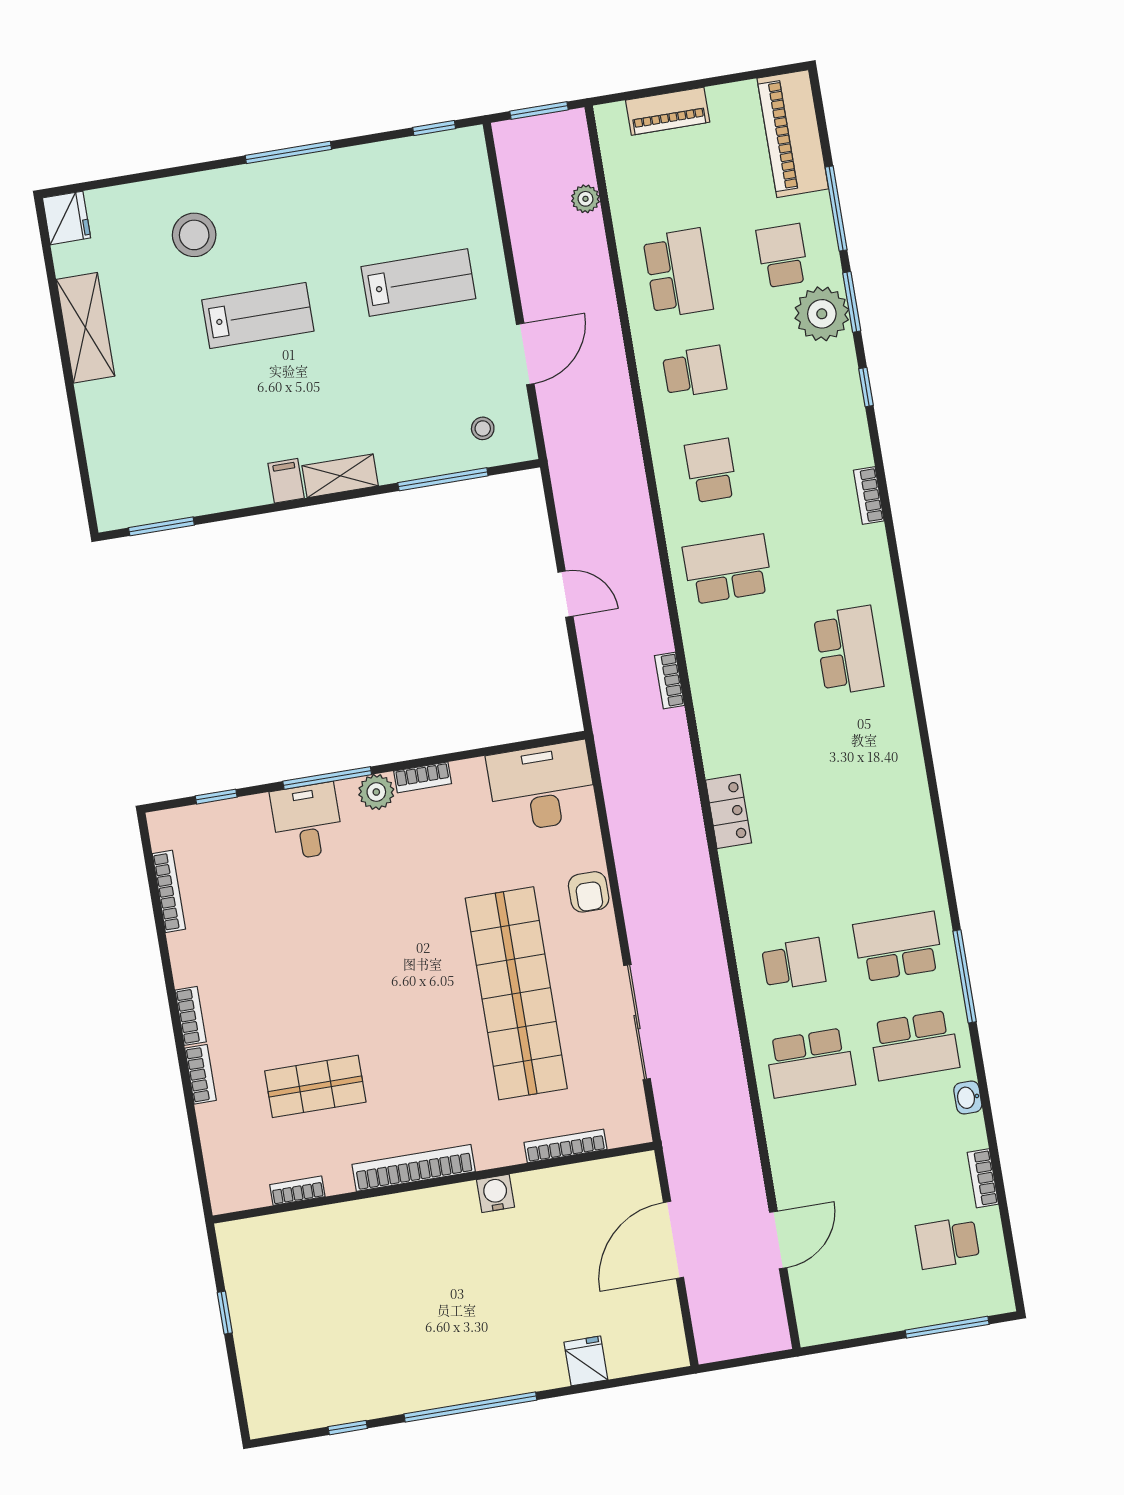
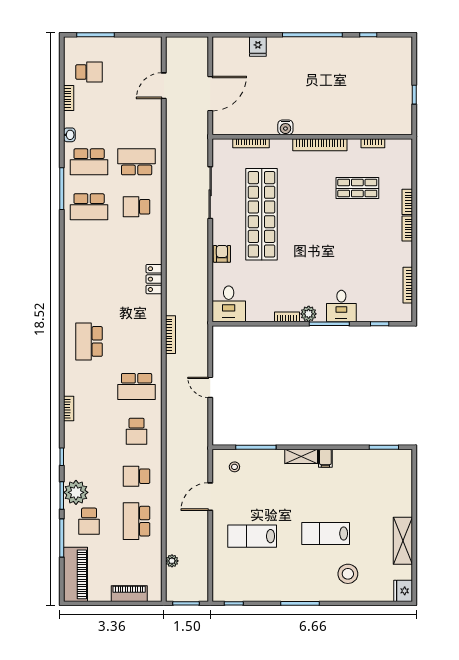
bookcase: (669, 681) -> (171, 335), width x1.56
desk: (542, 787) -> (229, 304), width x0.73
school desk: (915, 1045) -> (89, 162), turned 180

